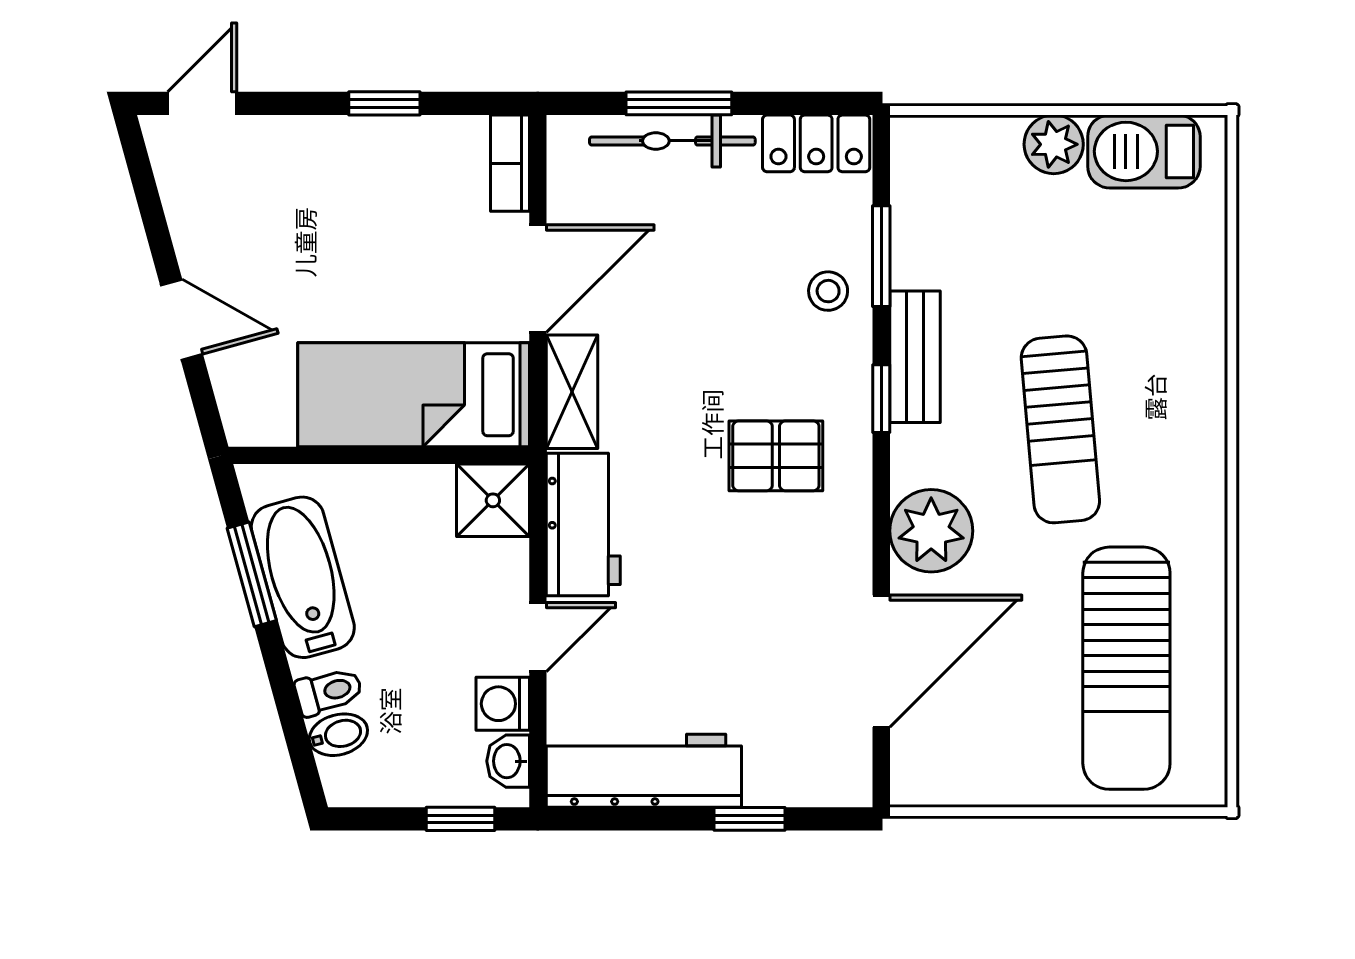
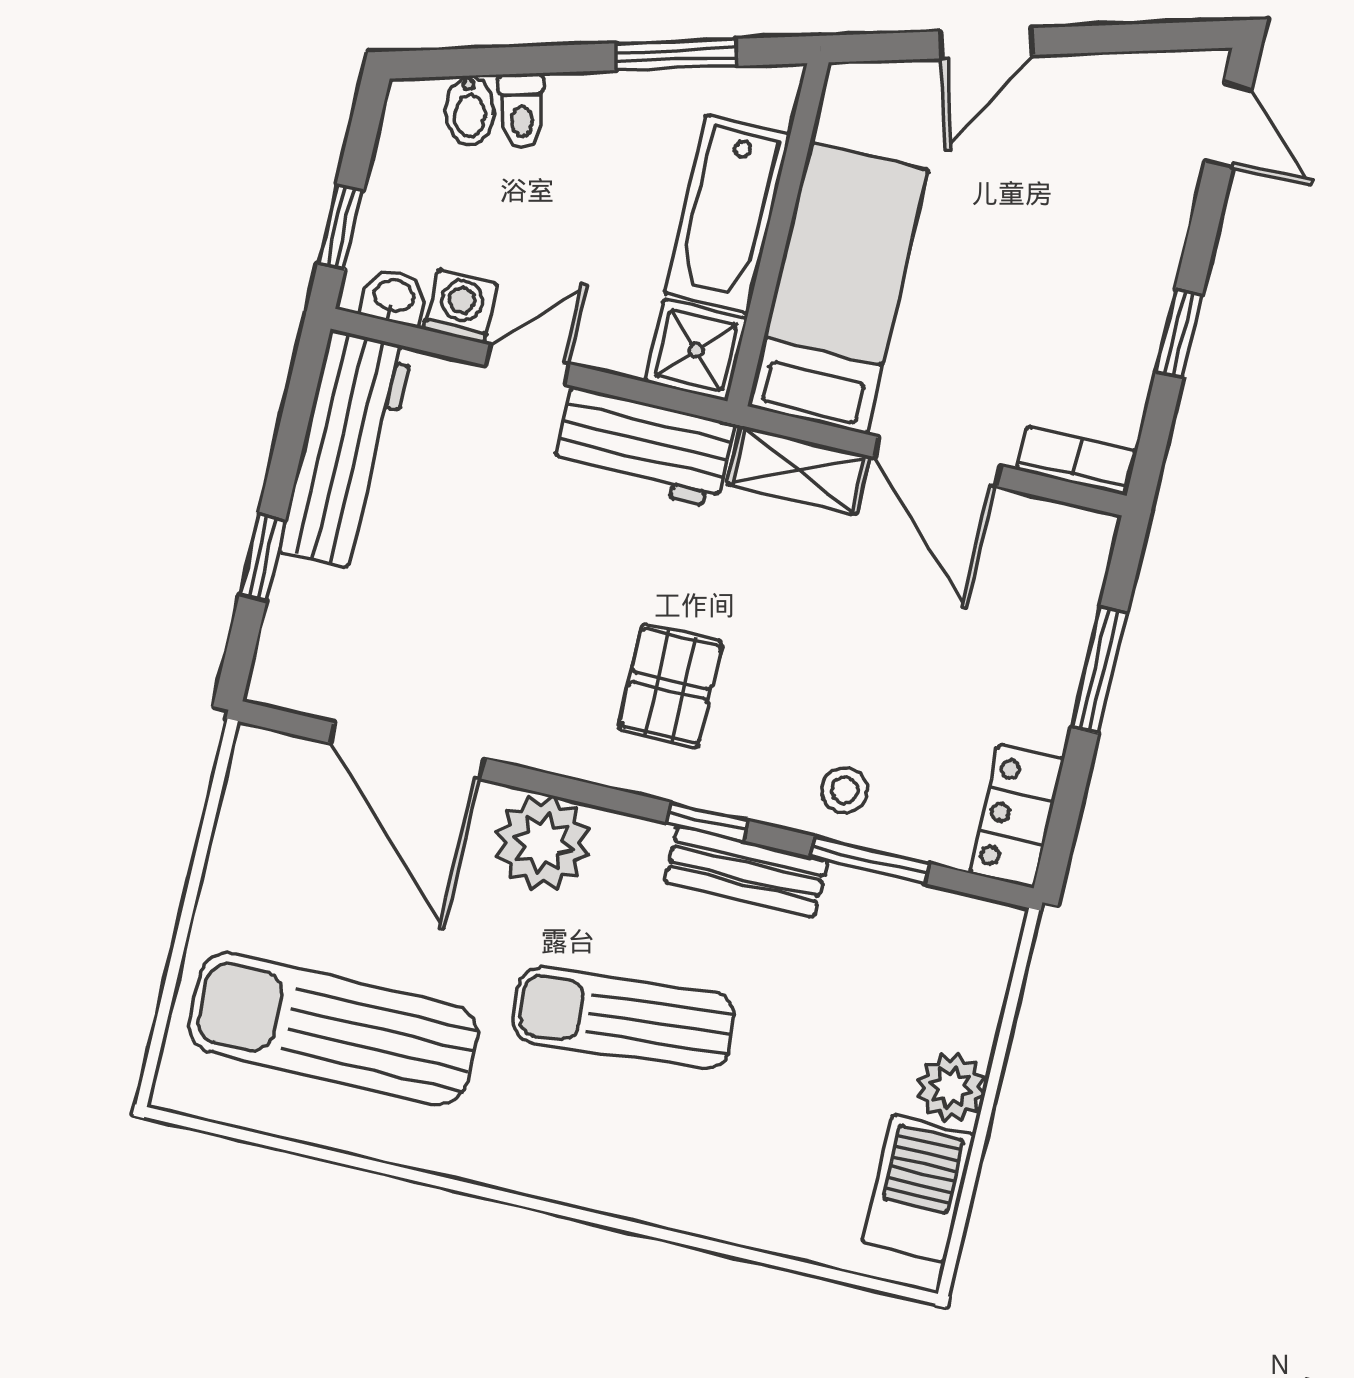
bicycle: (672, 141) -> (1058, 652), removed
bathtub: (303, 577) -> (727, 214), moved, turned 105
door: (538, 637) -> (527, 365), swing flipped

